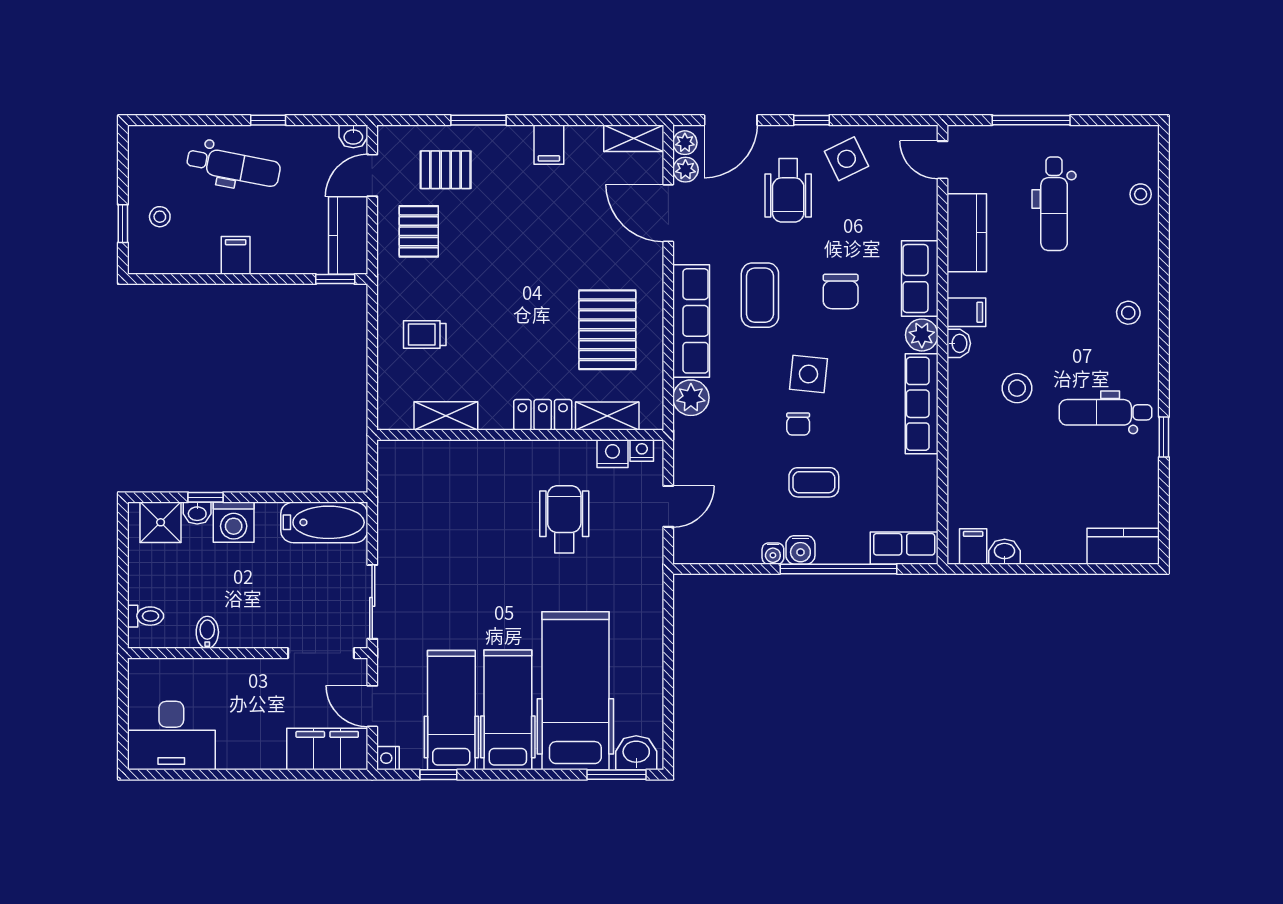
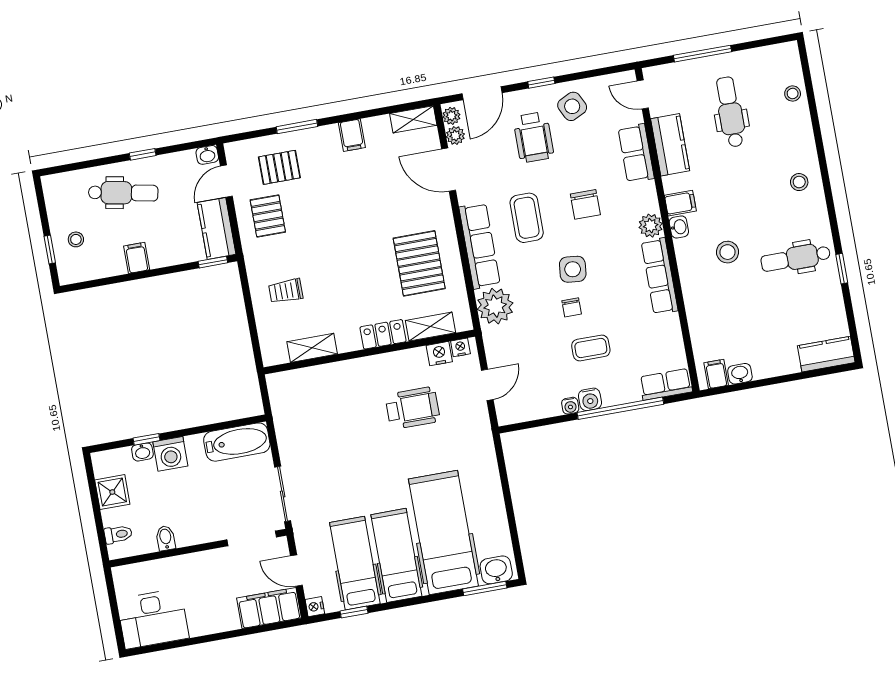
dental chair: (1054, 204) -> (730, 112), turned 180
row of seats: (920, 279) -> (636, 153), moved
plant: (691, 398) -> (495, 306), width x1.36, depth x1.36
wheelchair: (564, 519) -> (413, 408), turned 90
shower: (161, 522) -> (112, 492), moved

